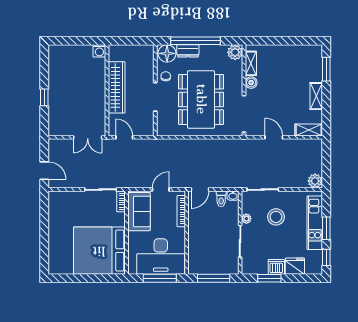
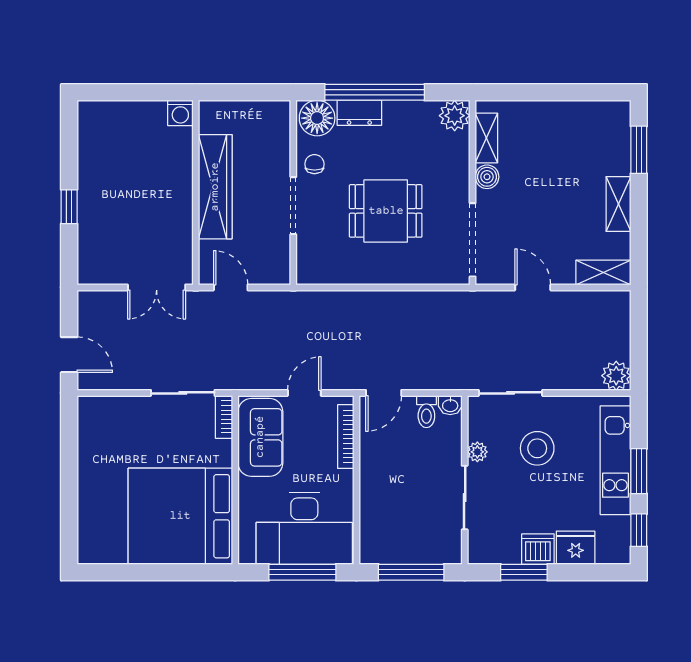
dining table: (201, 99) -> (386, 211), width x0.53, depth x0.80

